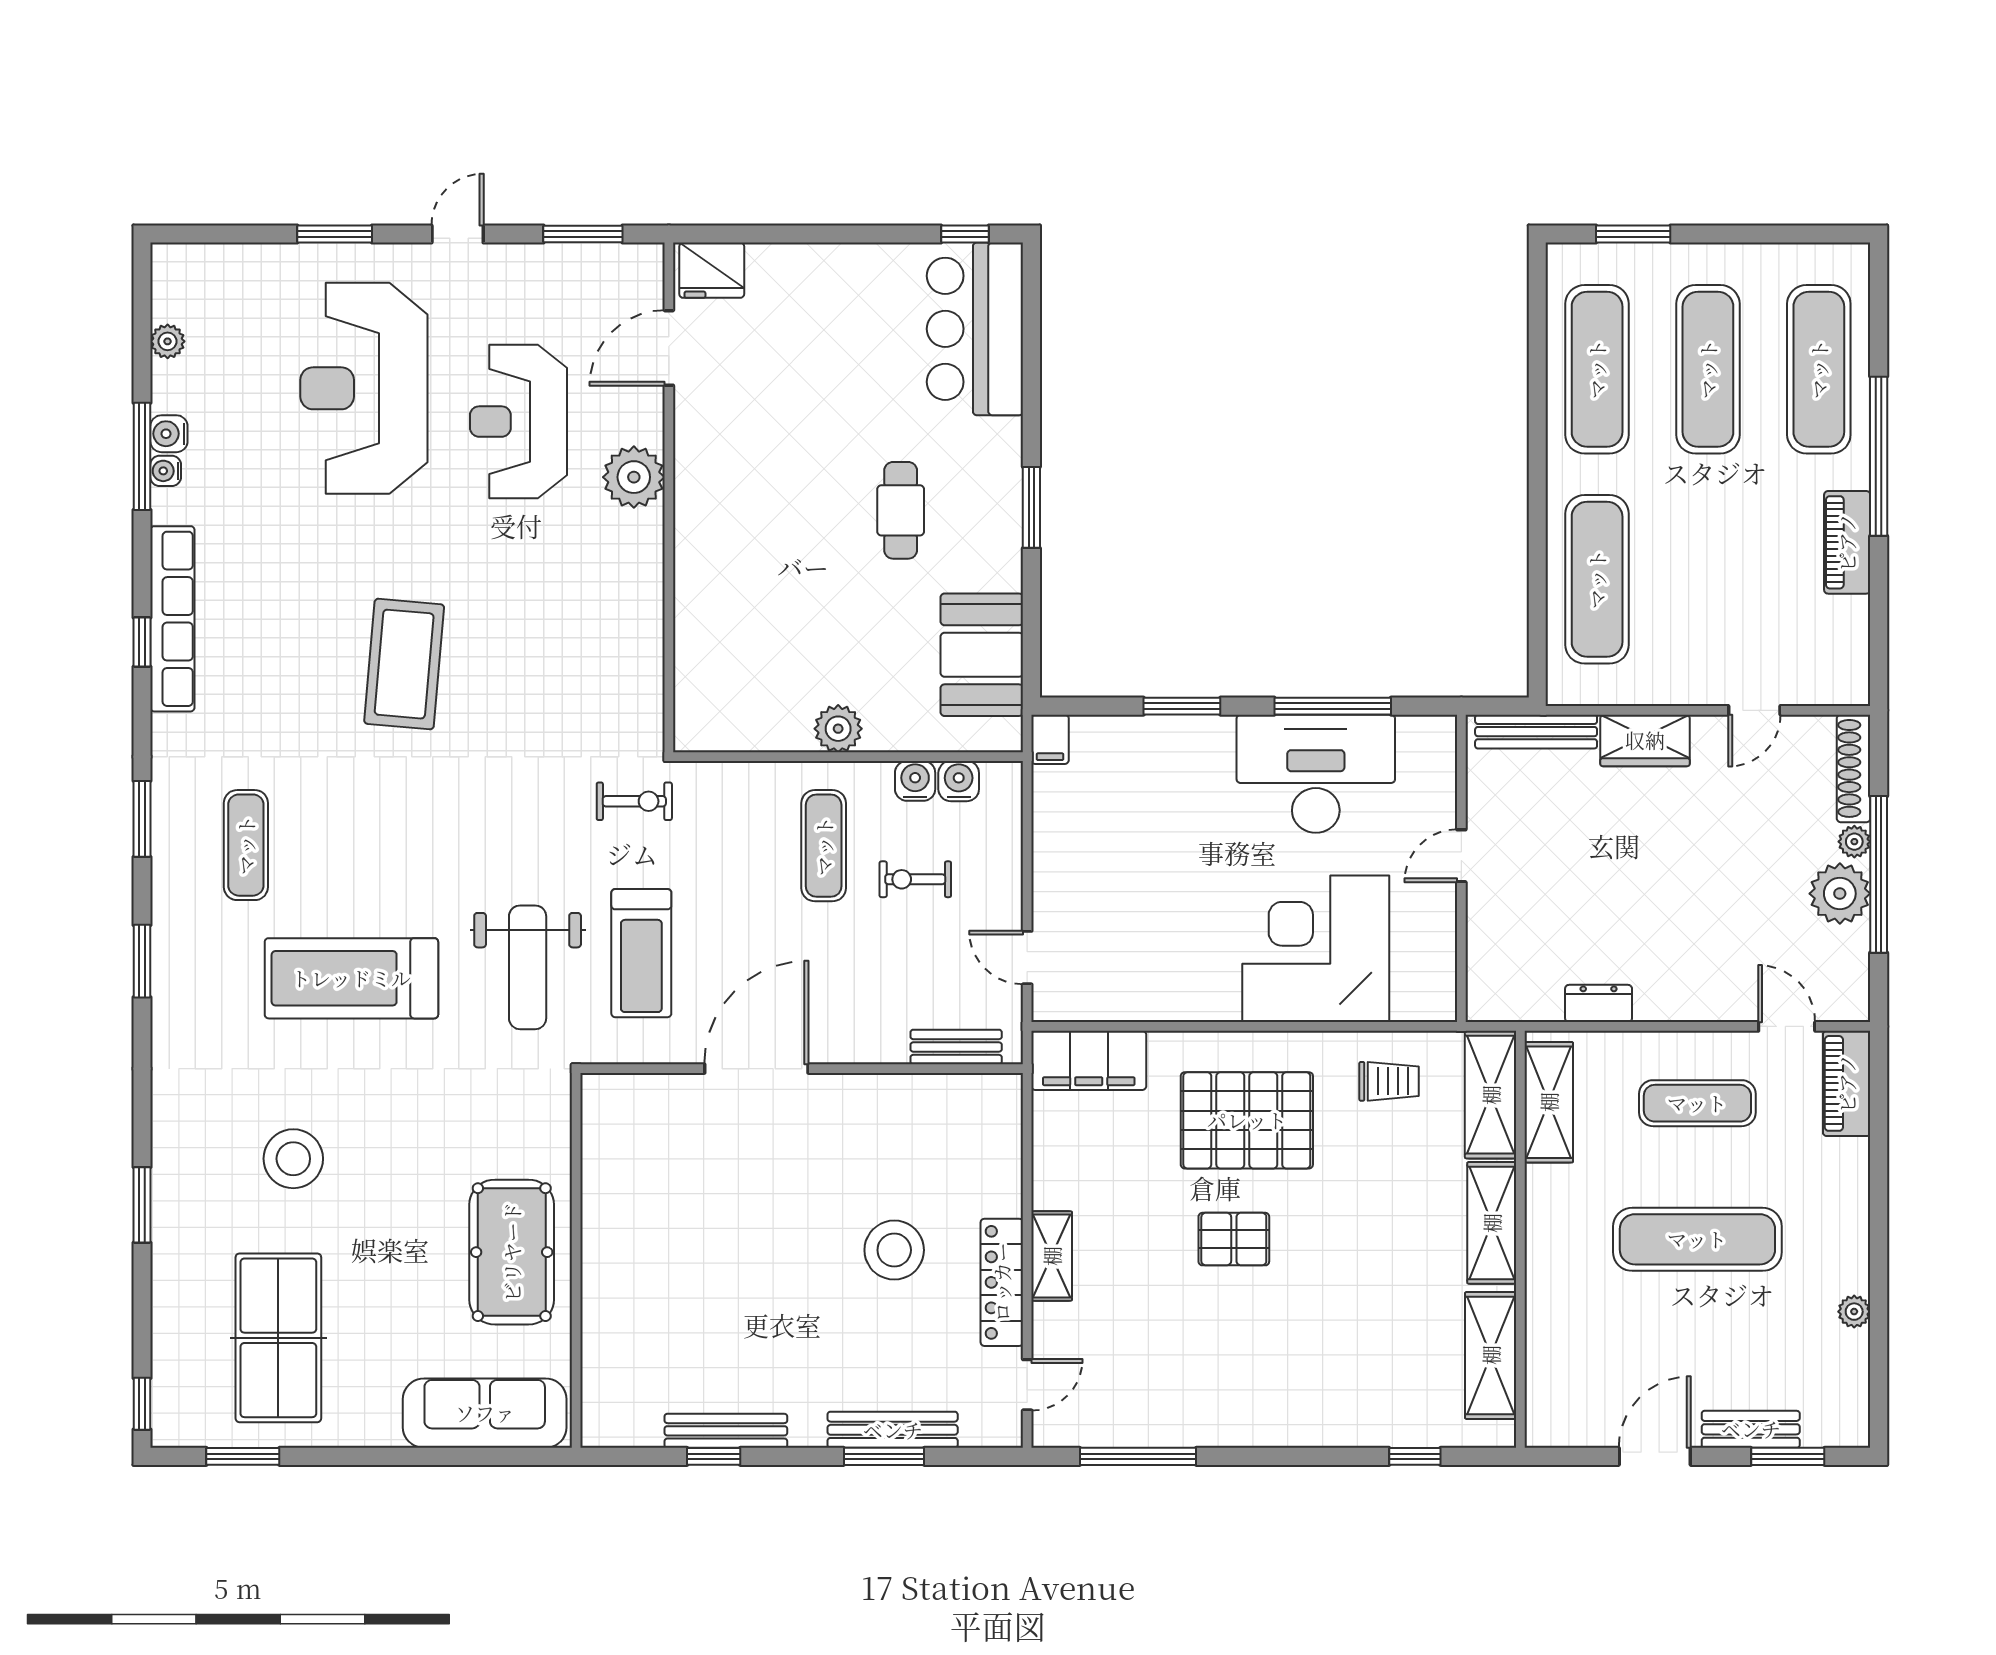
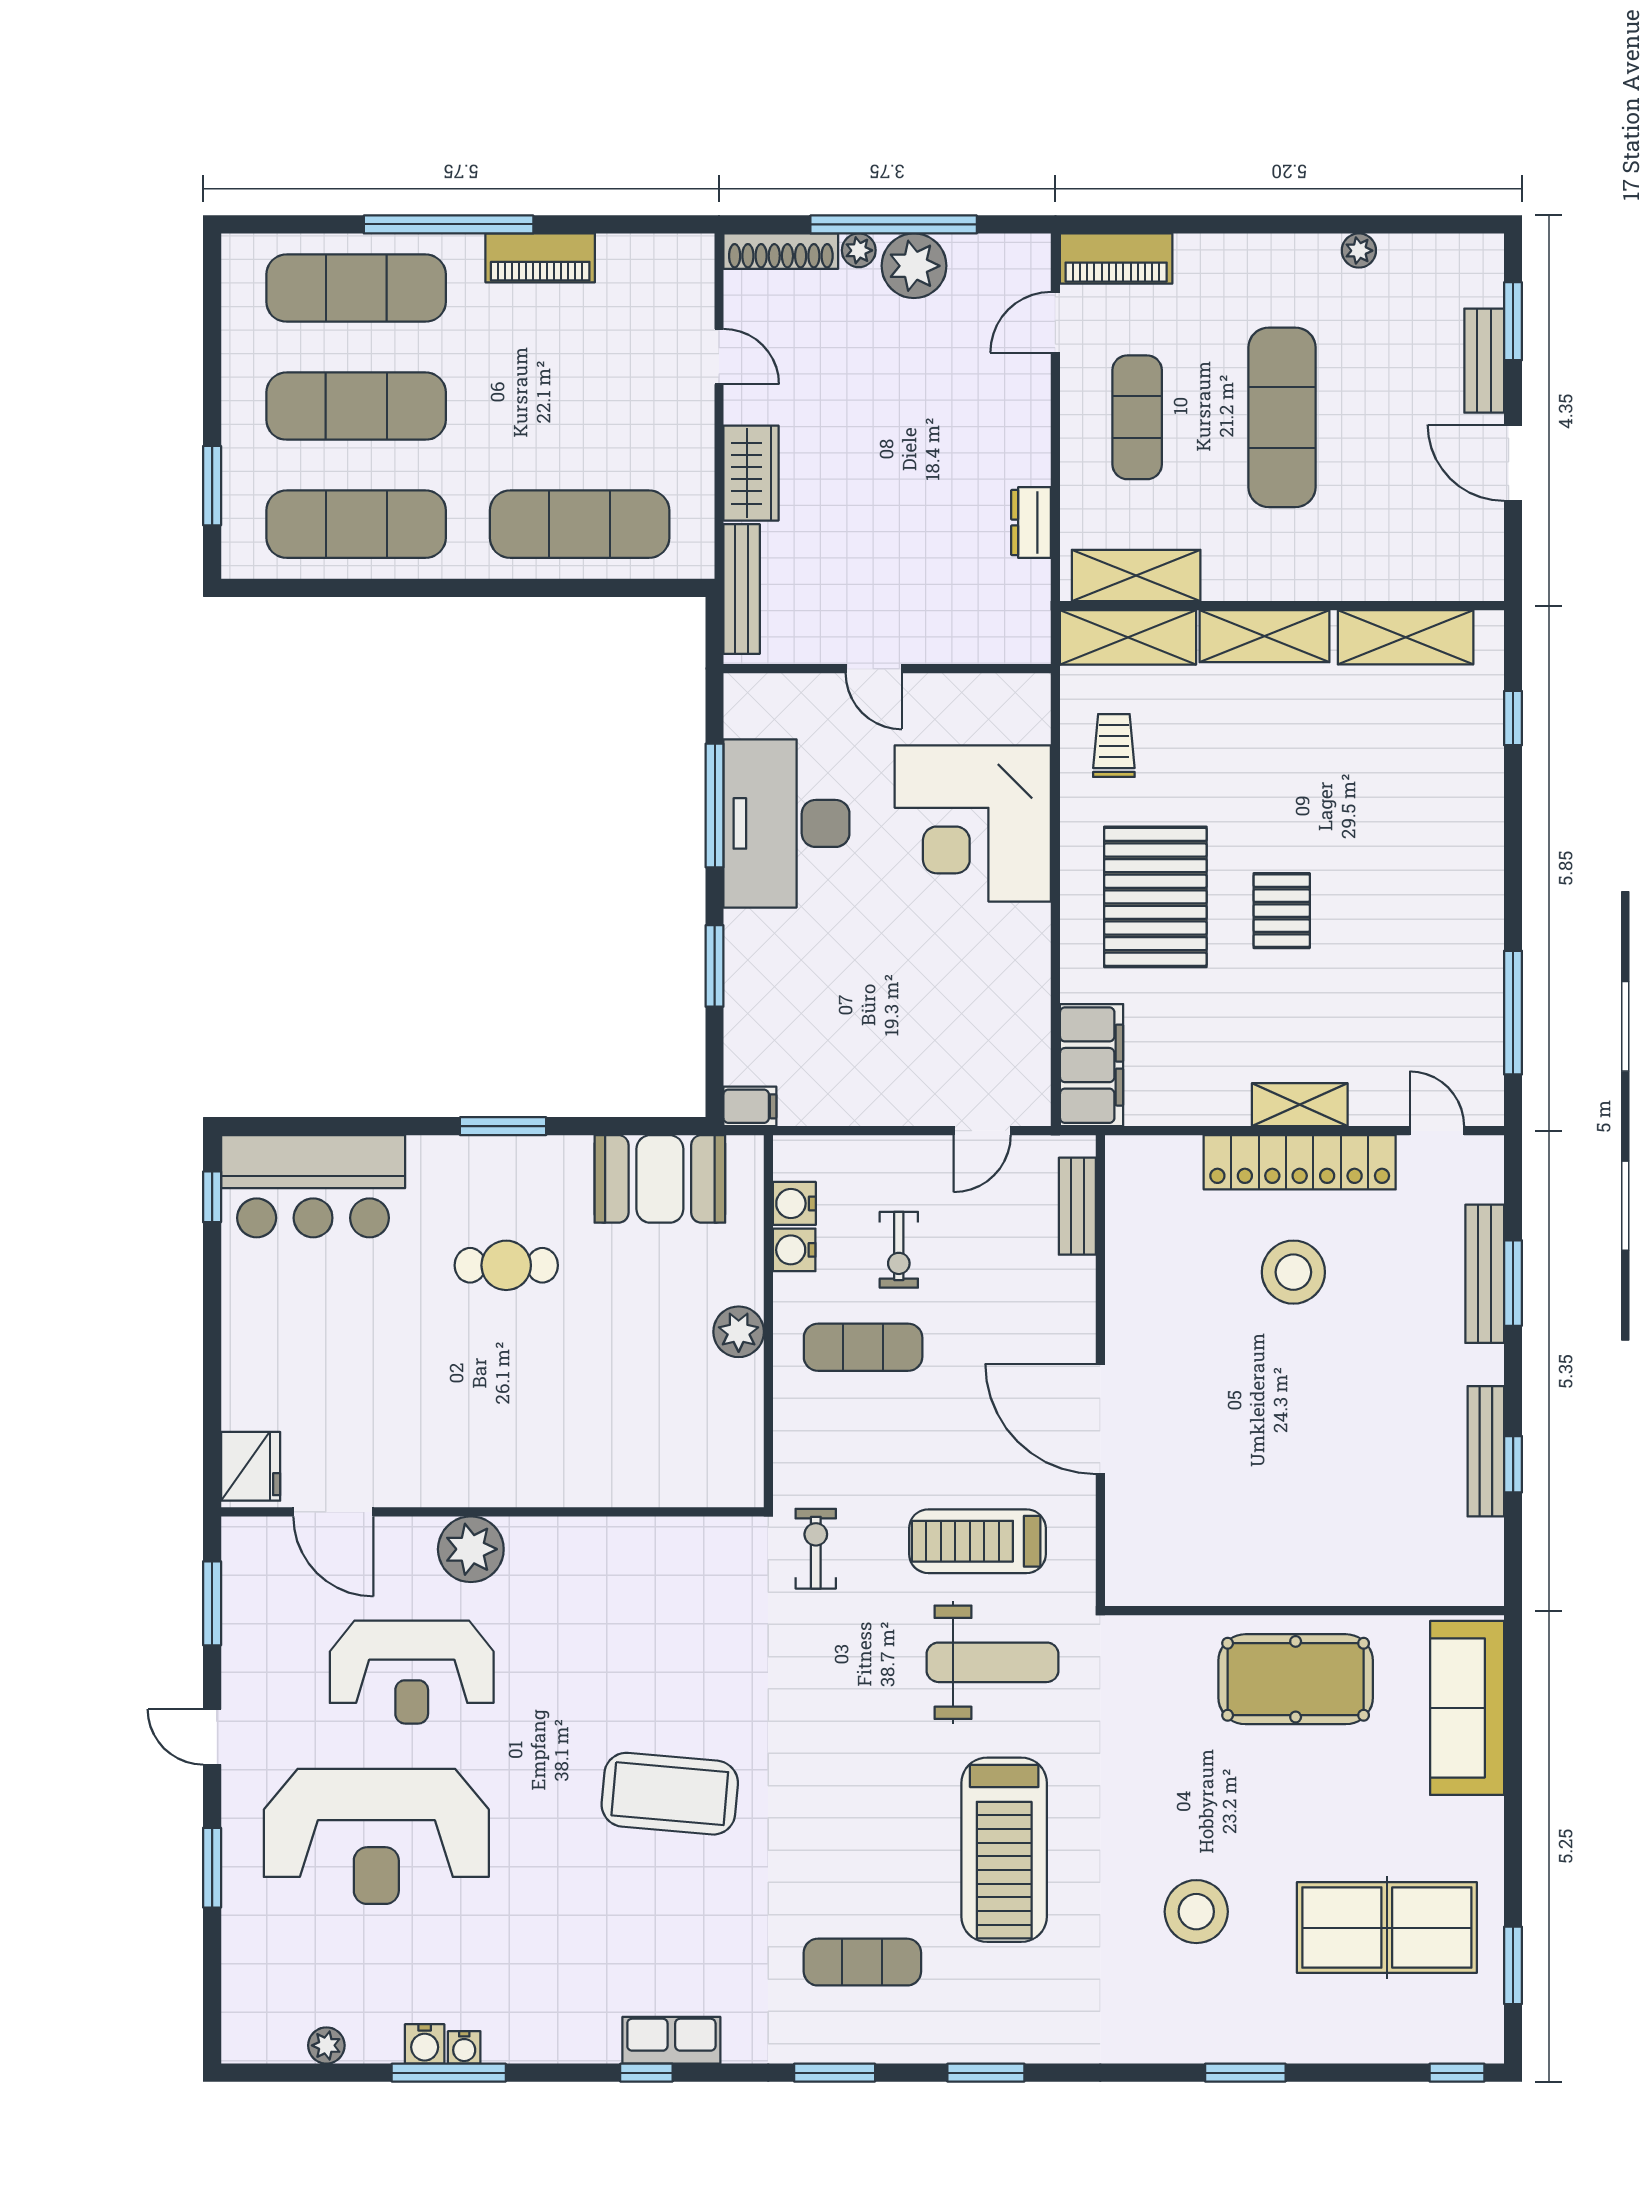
row of seats: (172, 619) -> (671, 2040), width x0.50
treadmill: (641, 953) -> (977, 1541), turned 180
locker: (1002, 1282) -> (1300, 1162), width x1.41, depth x1.21

